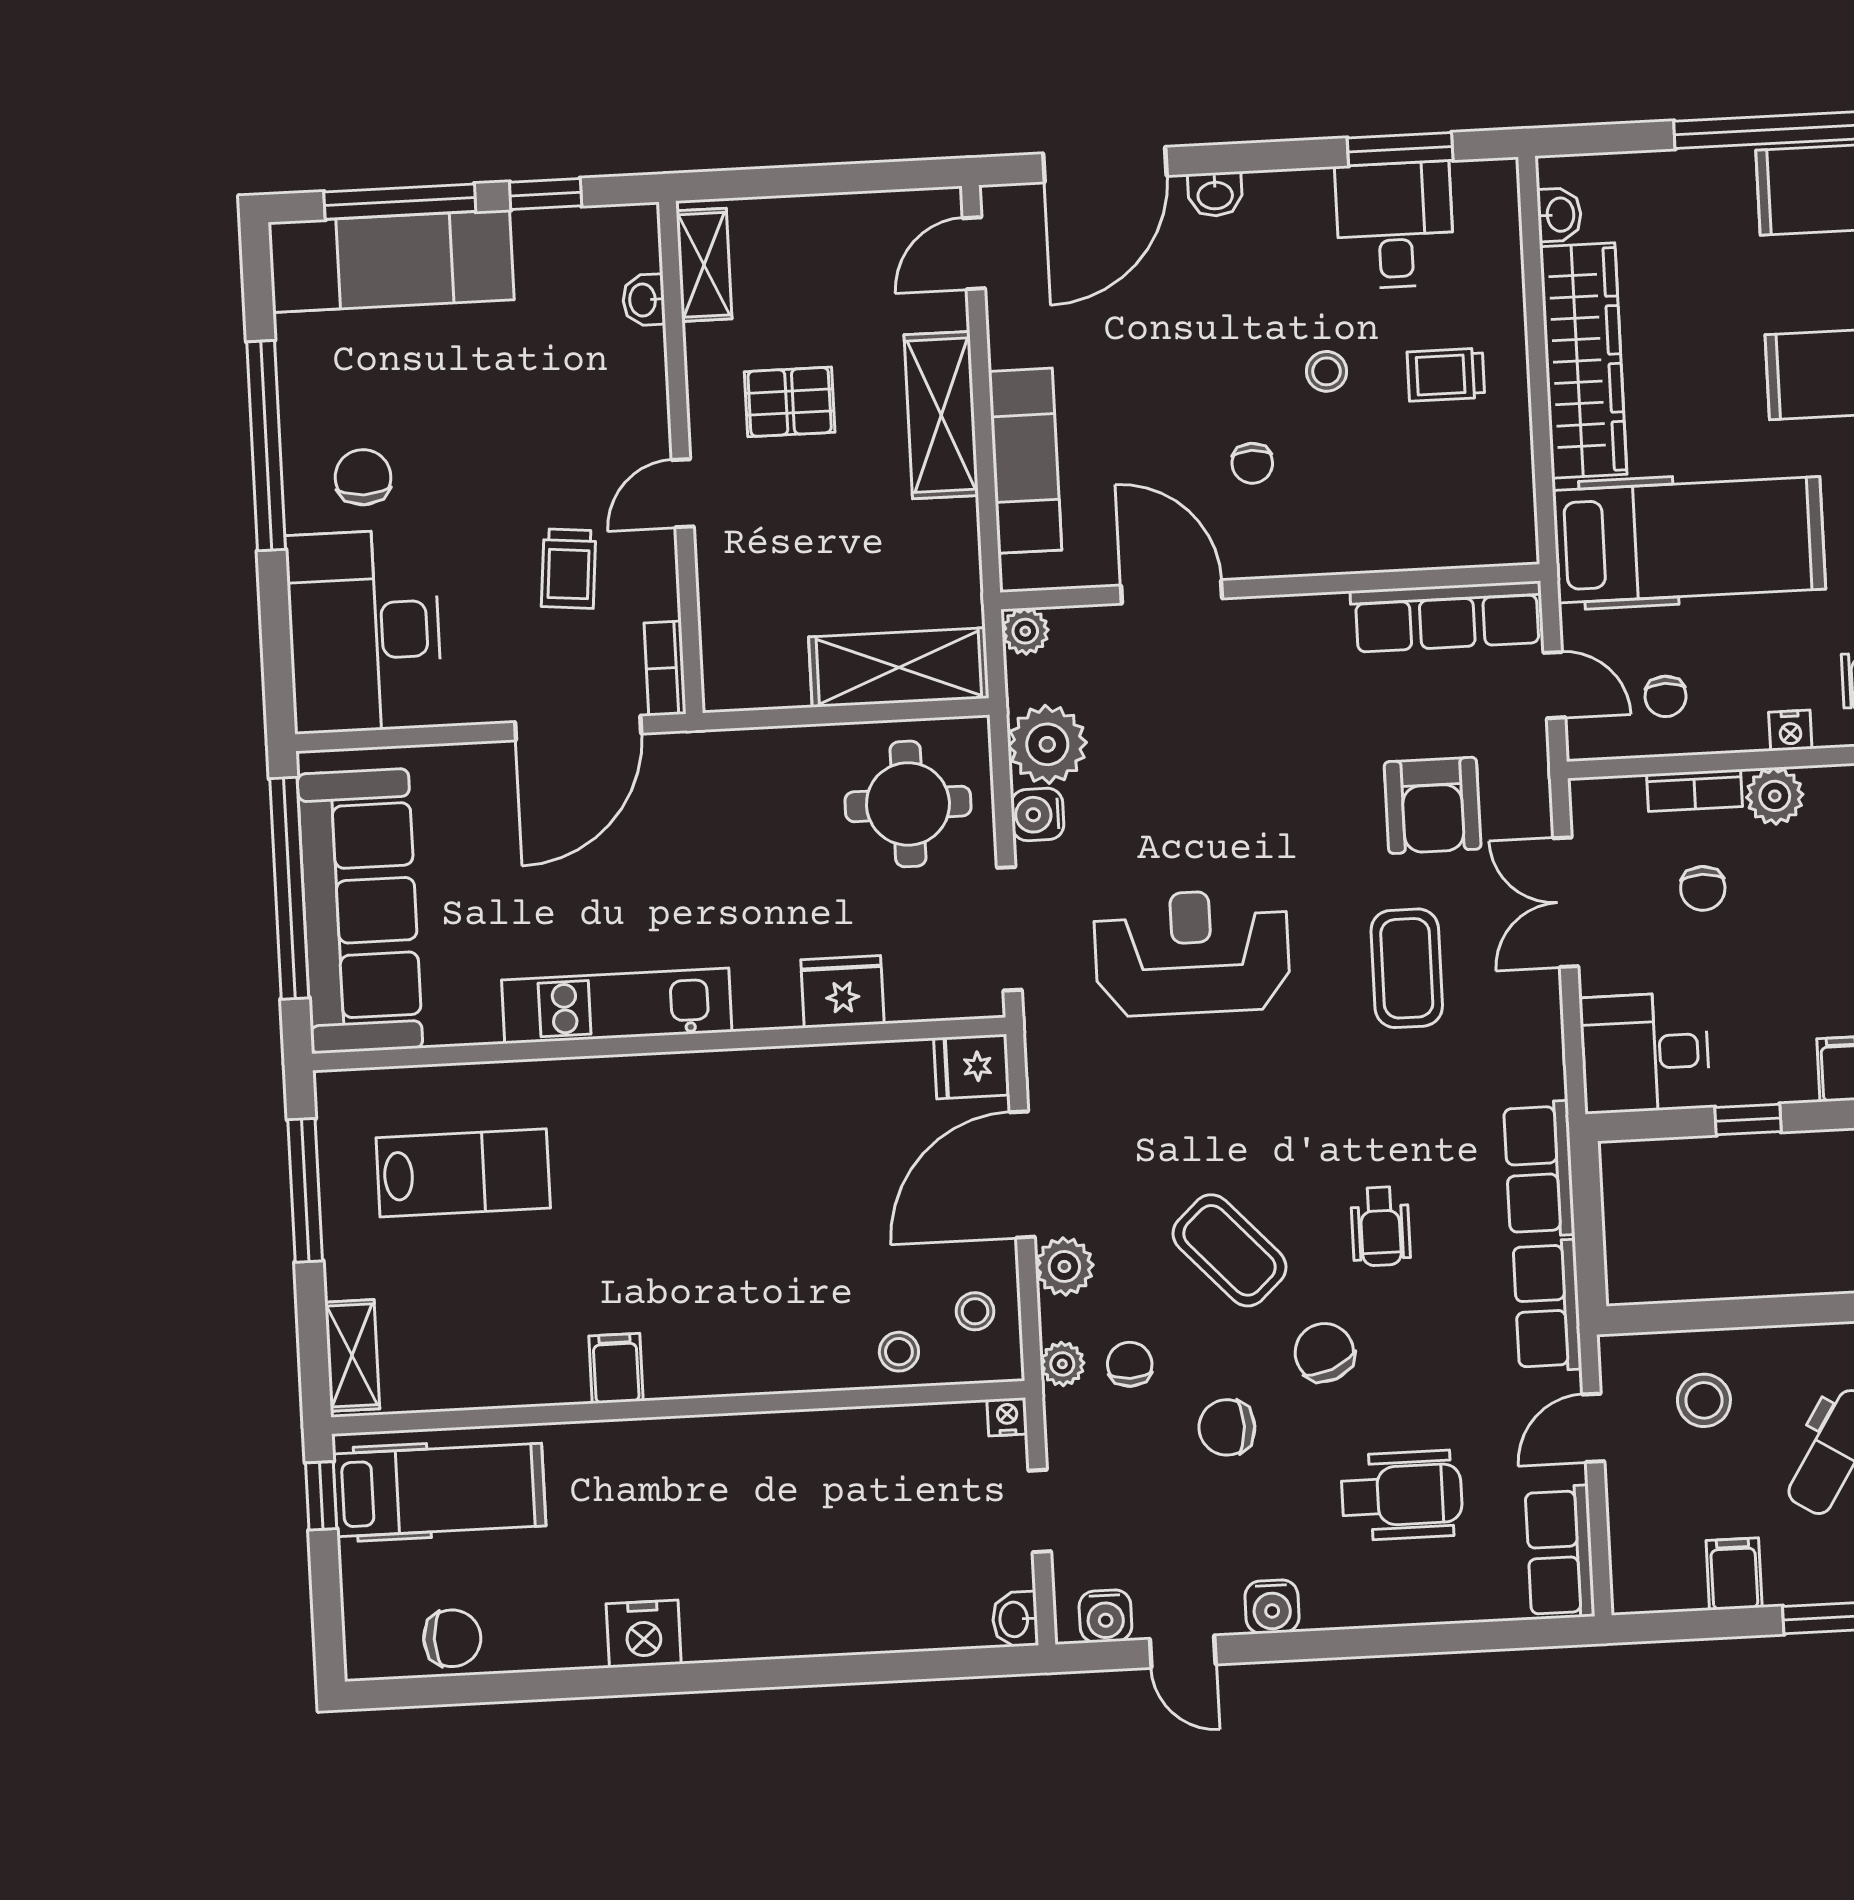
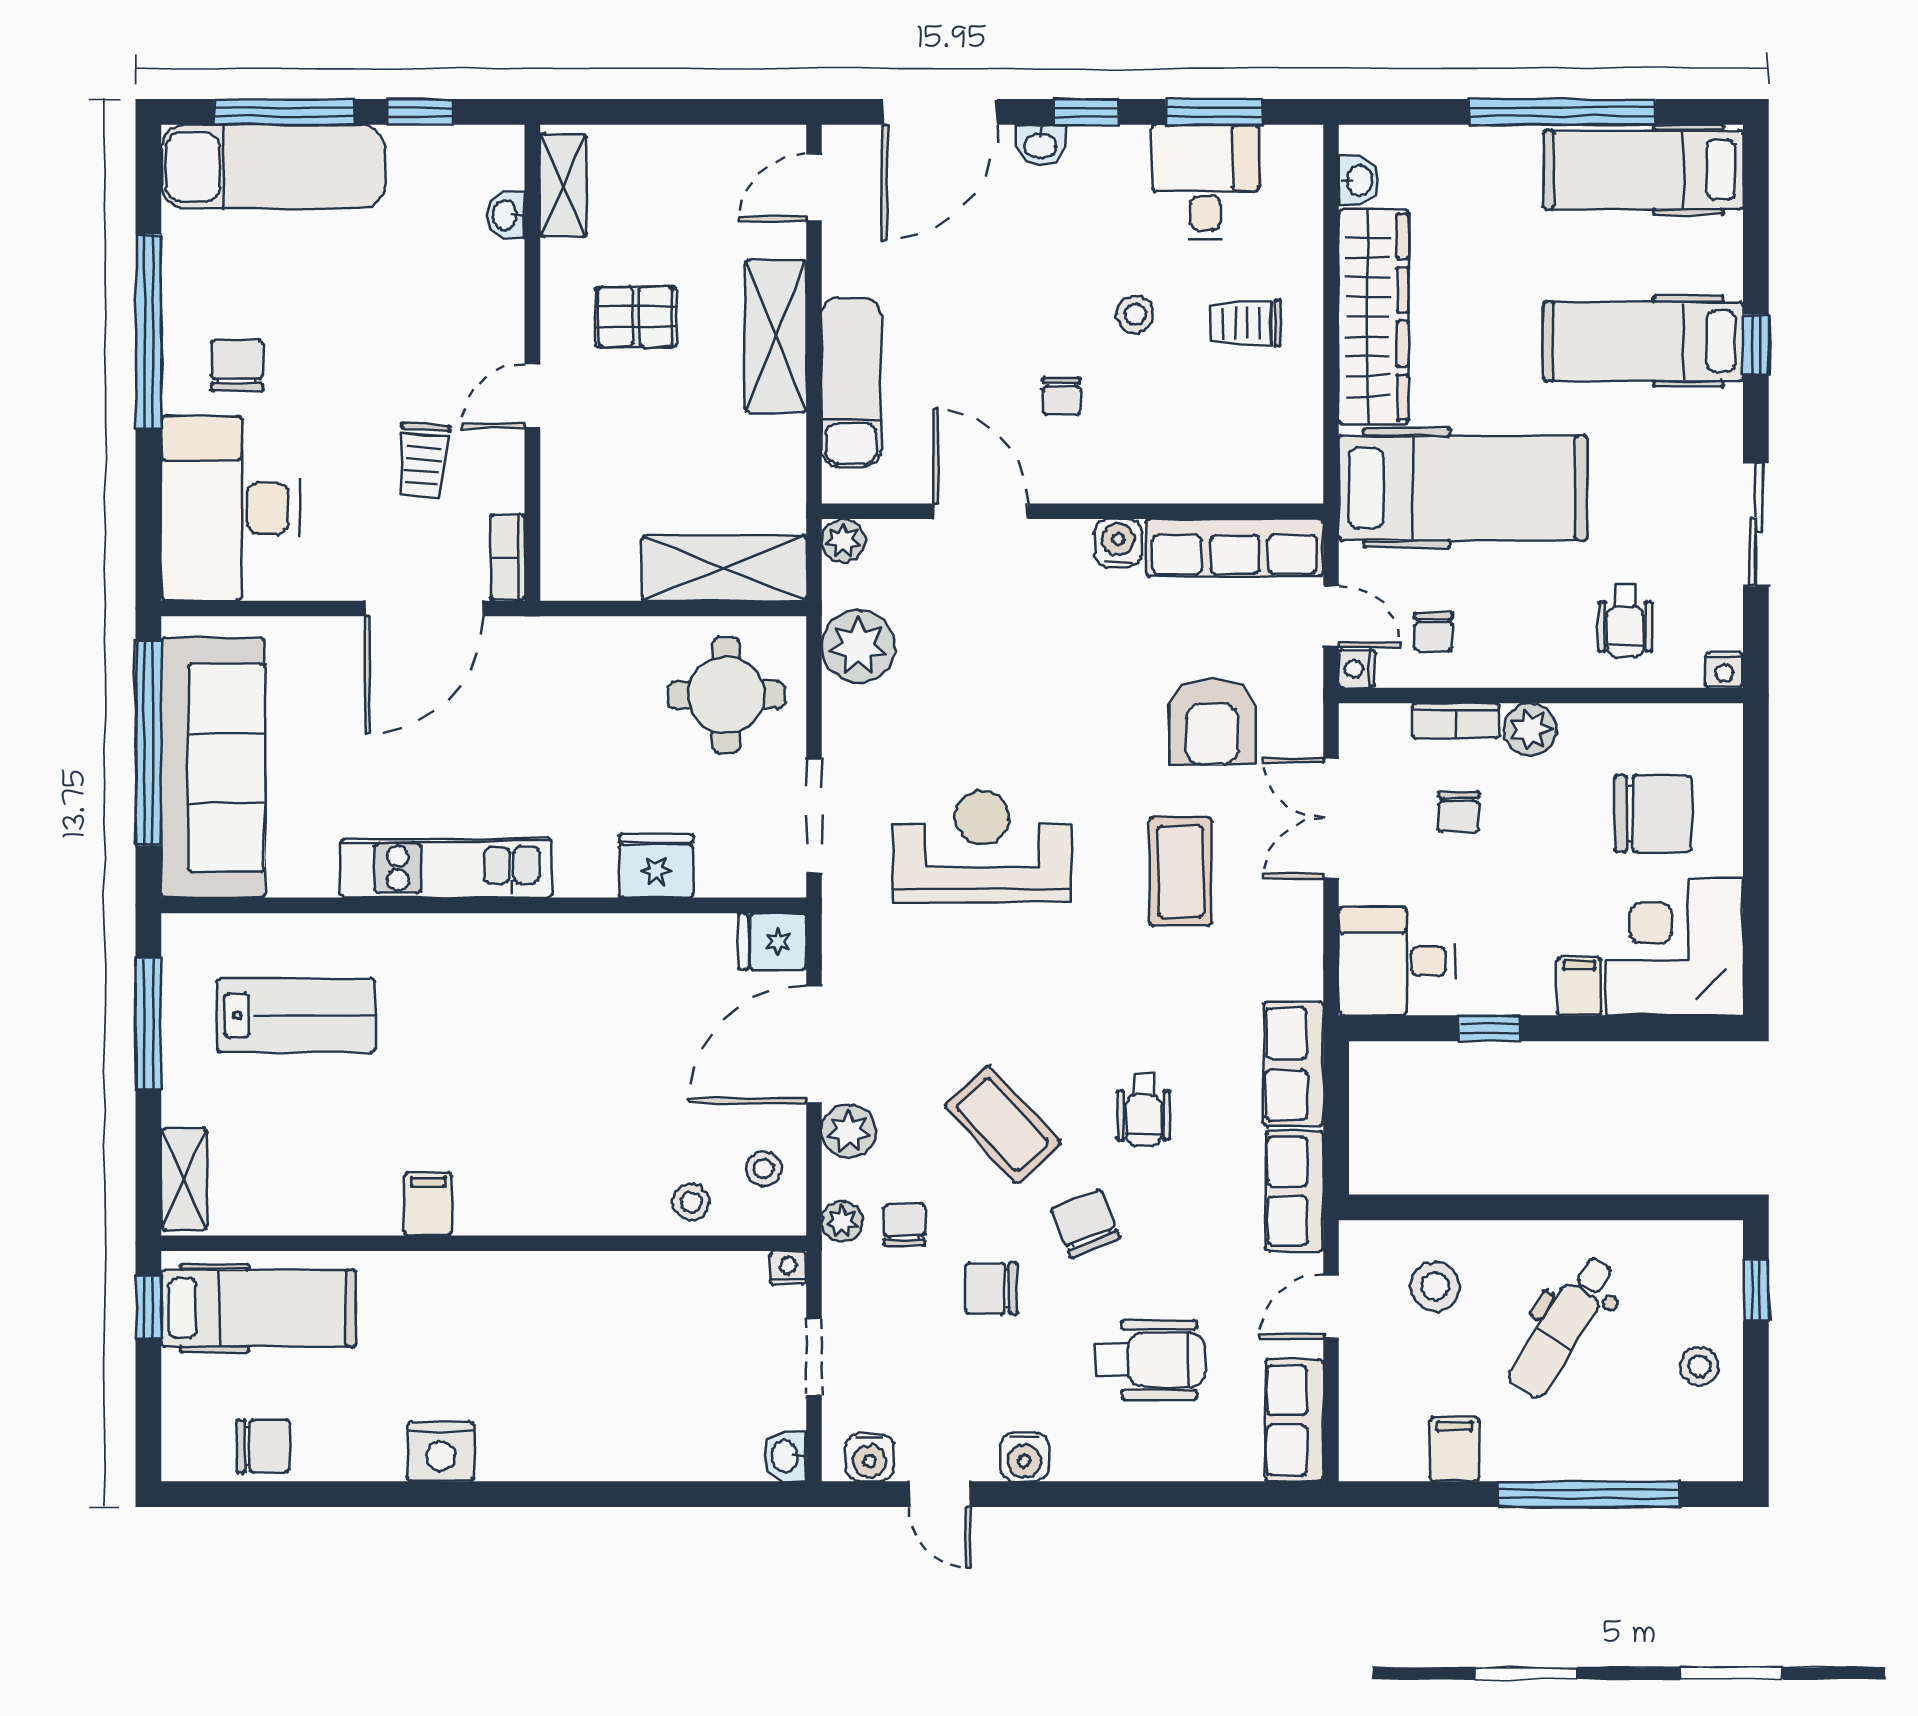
window: (1262, 156) -> (1086, 112), added
nightstand: (1790, 731) -> (1357, 669), moved, turned 90
water cooler: (1037, 814) -> (1118, 543), moved, turned 90

